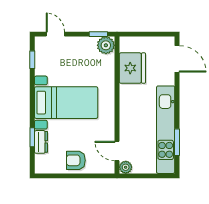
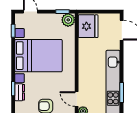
fridge: (132, 68) -> (88, 26), moved
bed with nightstands: (66, 103) -> (38, 56), width x1.36

